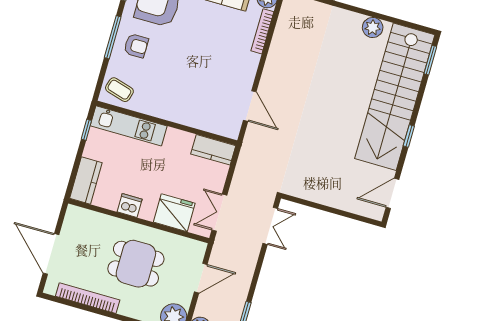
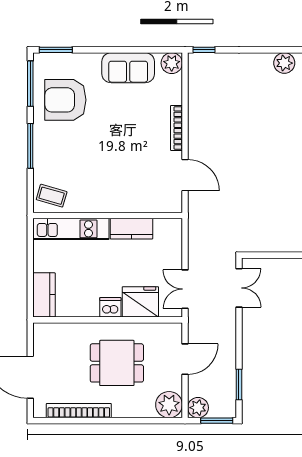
bookcase: (262, 31) -> (176, 128), moved
armchair: (136, 46) -> (56, 148), removed
window: (86, 130) -> (30, 245), removed
kitchen counter: (213, 150) -> (131, 229), moved
dishwasher: (130, 205) -> (110, 307), moved

